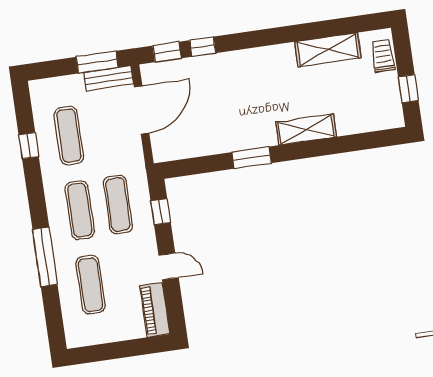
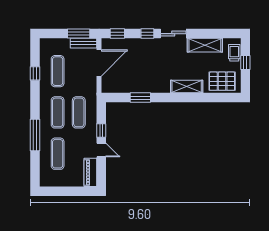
sliding door: (268, 37) -> (173, 34), added
window: (203, 47) -> (147, 34), moved
window: (408, 89) -> (245, 63), moved
pallet: (368, 110) -> (222, 81), added
window: (252, 158) -> (140, 98), moved
window: (161, 212) -> (101, 130), moved

